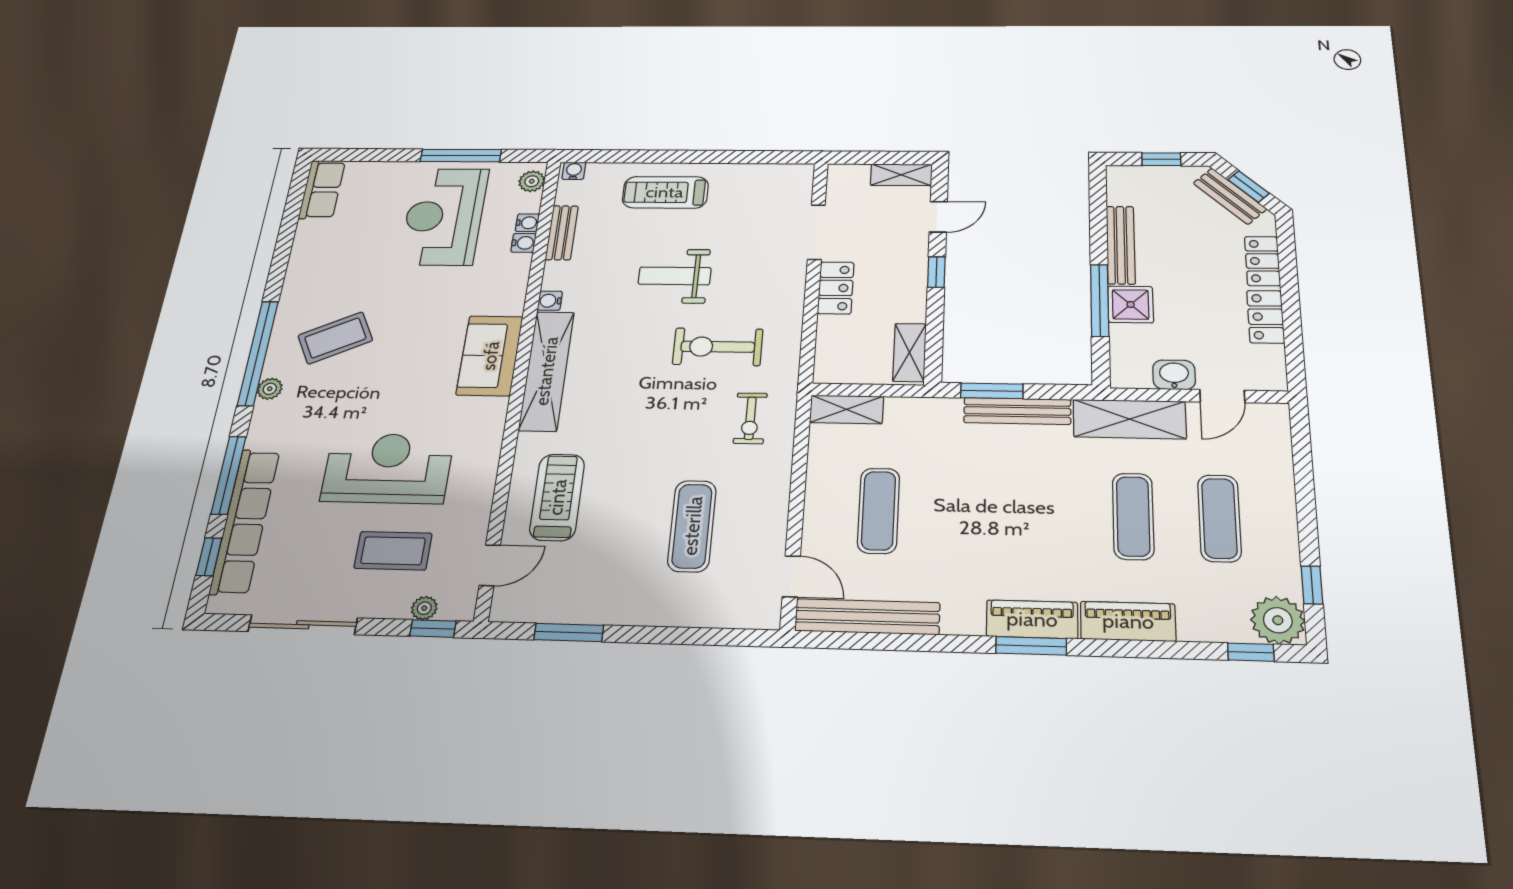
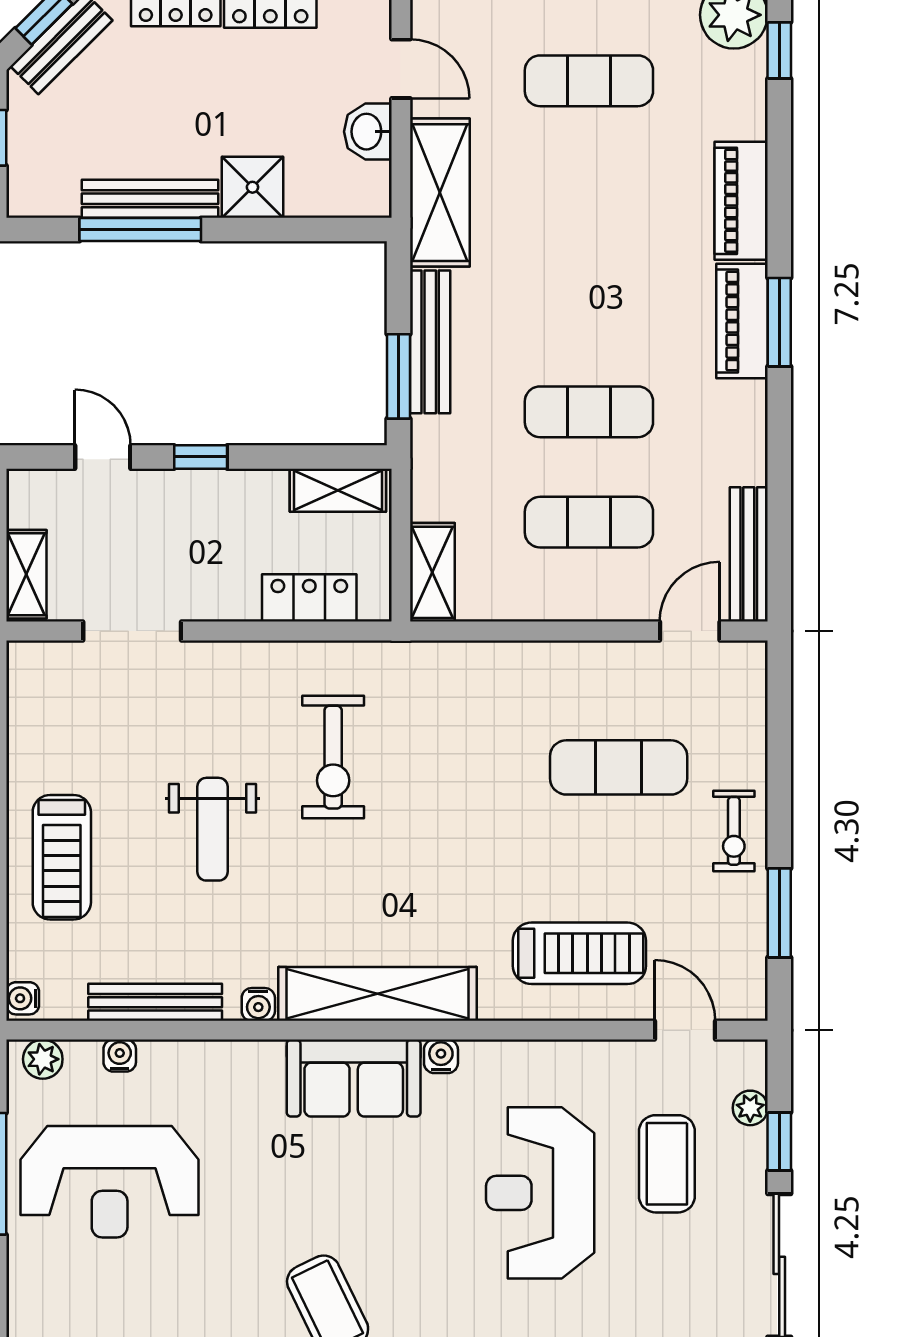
shelving: (901, 175) -> (26, 574), moved
bench: (562, 233) -> (155, 1002), width x1.36
water cooler: (523, 243) -> (441, 1056), moved
locker: (836, 288) -> (309, 598), moved
window: (1100, 300) -> (140, 230), moved
exercise bike: (750, 418) -> (734, 831), moved, turned 90
treadmill: (557, 497) -> (579, 953), turned 180
exercise mat: (1133, 516) -> (589, 412), moved
bench: (867, 617) -> (749, 554), width x0.73, depth x0.82
window: (433, 629) -> (779, 1142), moved

